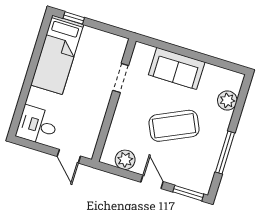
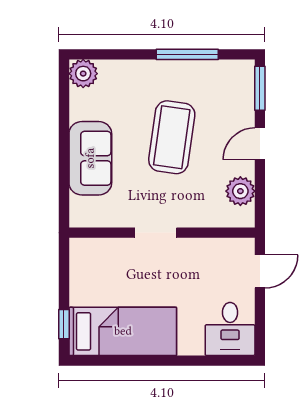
doorway: (121, 78) -> (156, 233), moved
plant: (227, 100) -> (83, 74), moved
coffee table: (174, 126) -> (172, 137), turned 33

